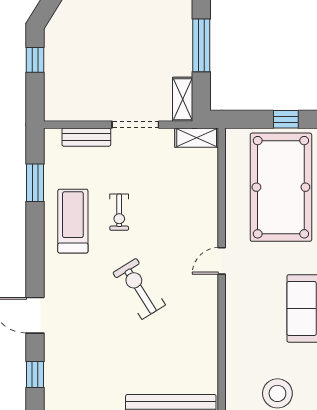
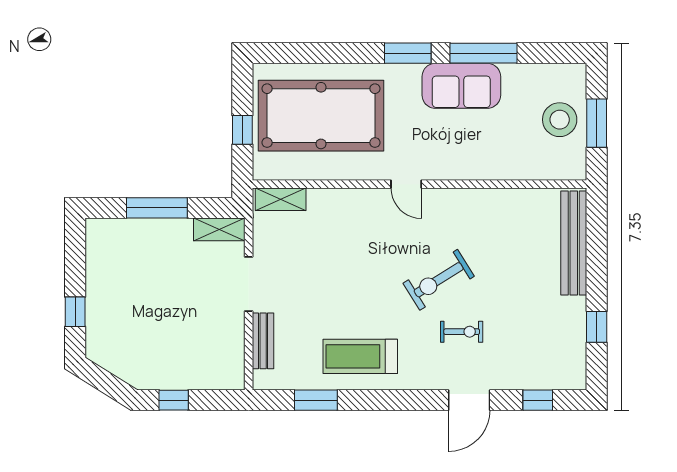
window: (286, 119) -> (242, 130), moved
shelving: (197, 138) -> (281, 199), moved, turned 90
exercise bike: (119, 212) -> (462, 332), moved

